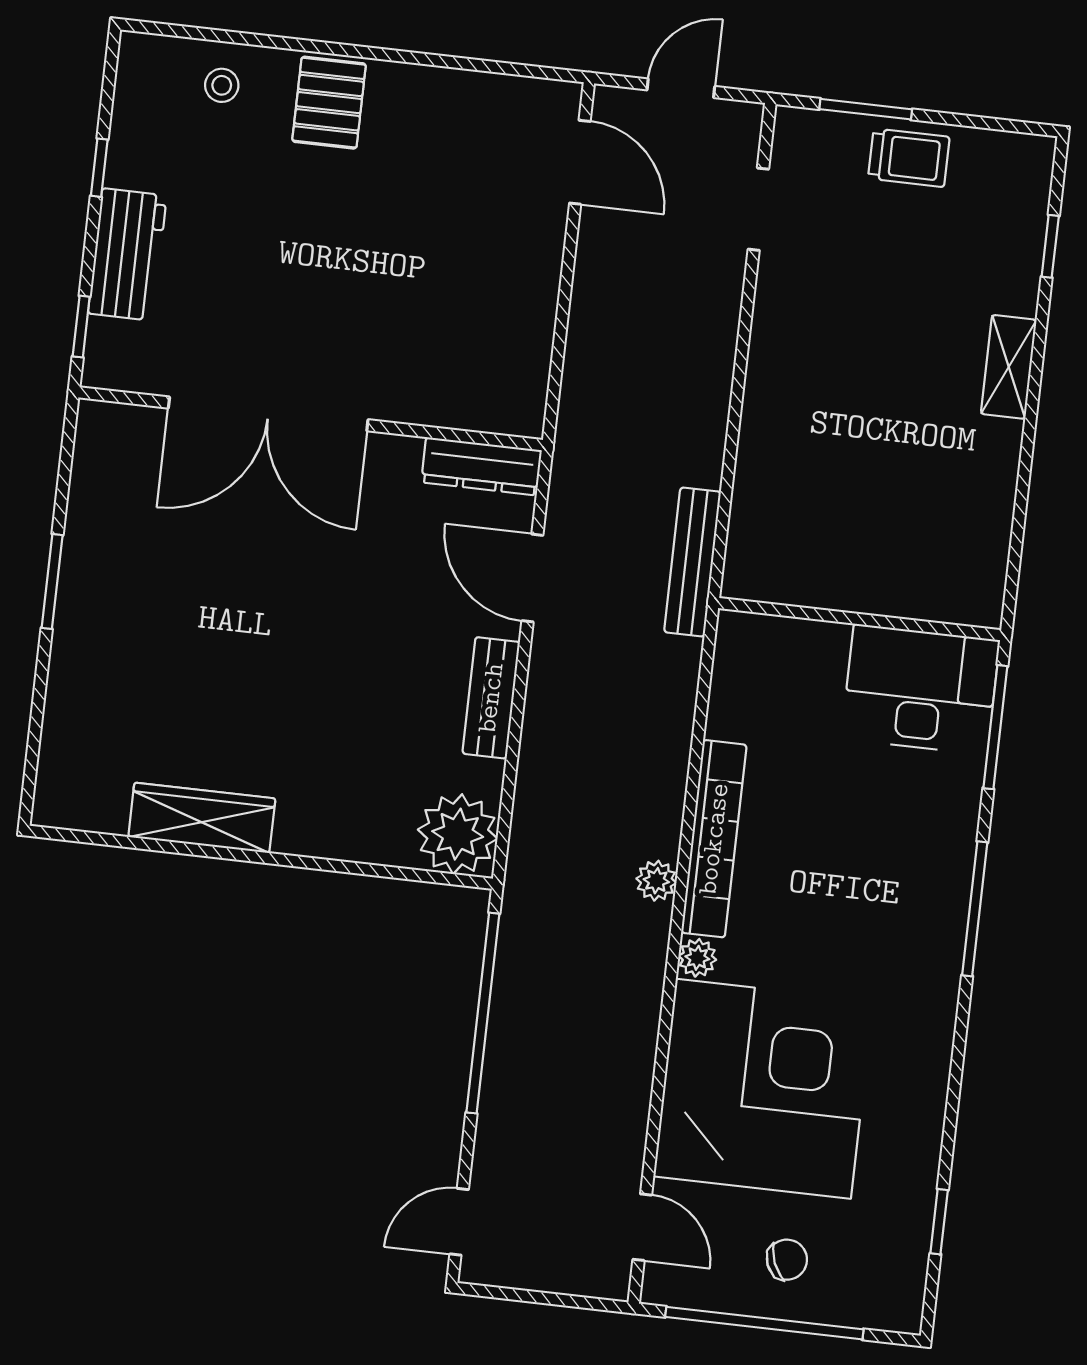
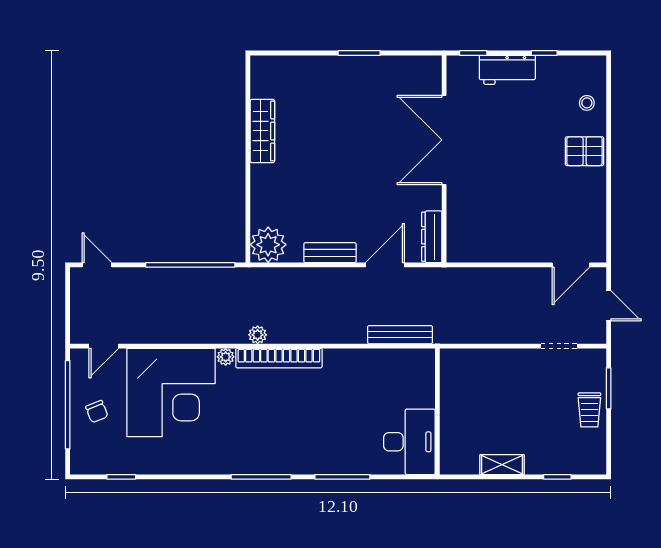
wall: (860, 619) -> (437, 411), moved
desk: (920, 689) -> (409, 442), moved

